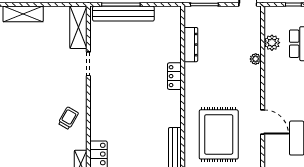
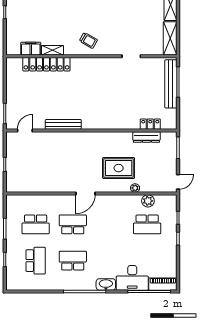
shelving: (78, 27) -> (170, 38), moved, turned 90
locker: (174, 76) -> (150, 124), moved
rug: (219, 134) -> (119, 168), moved, width x0.73, depth x0.69

